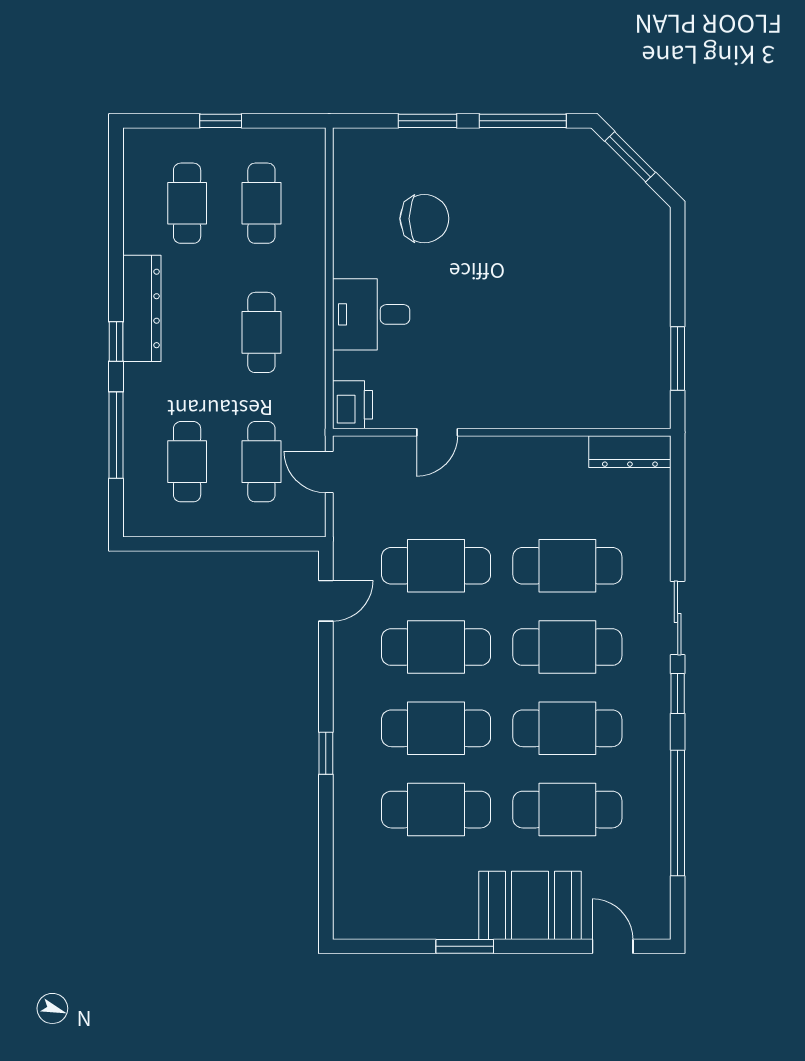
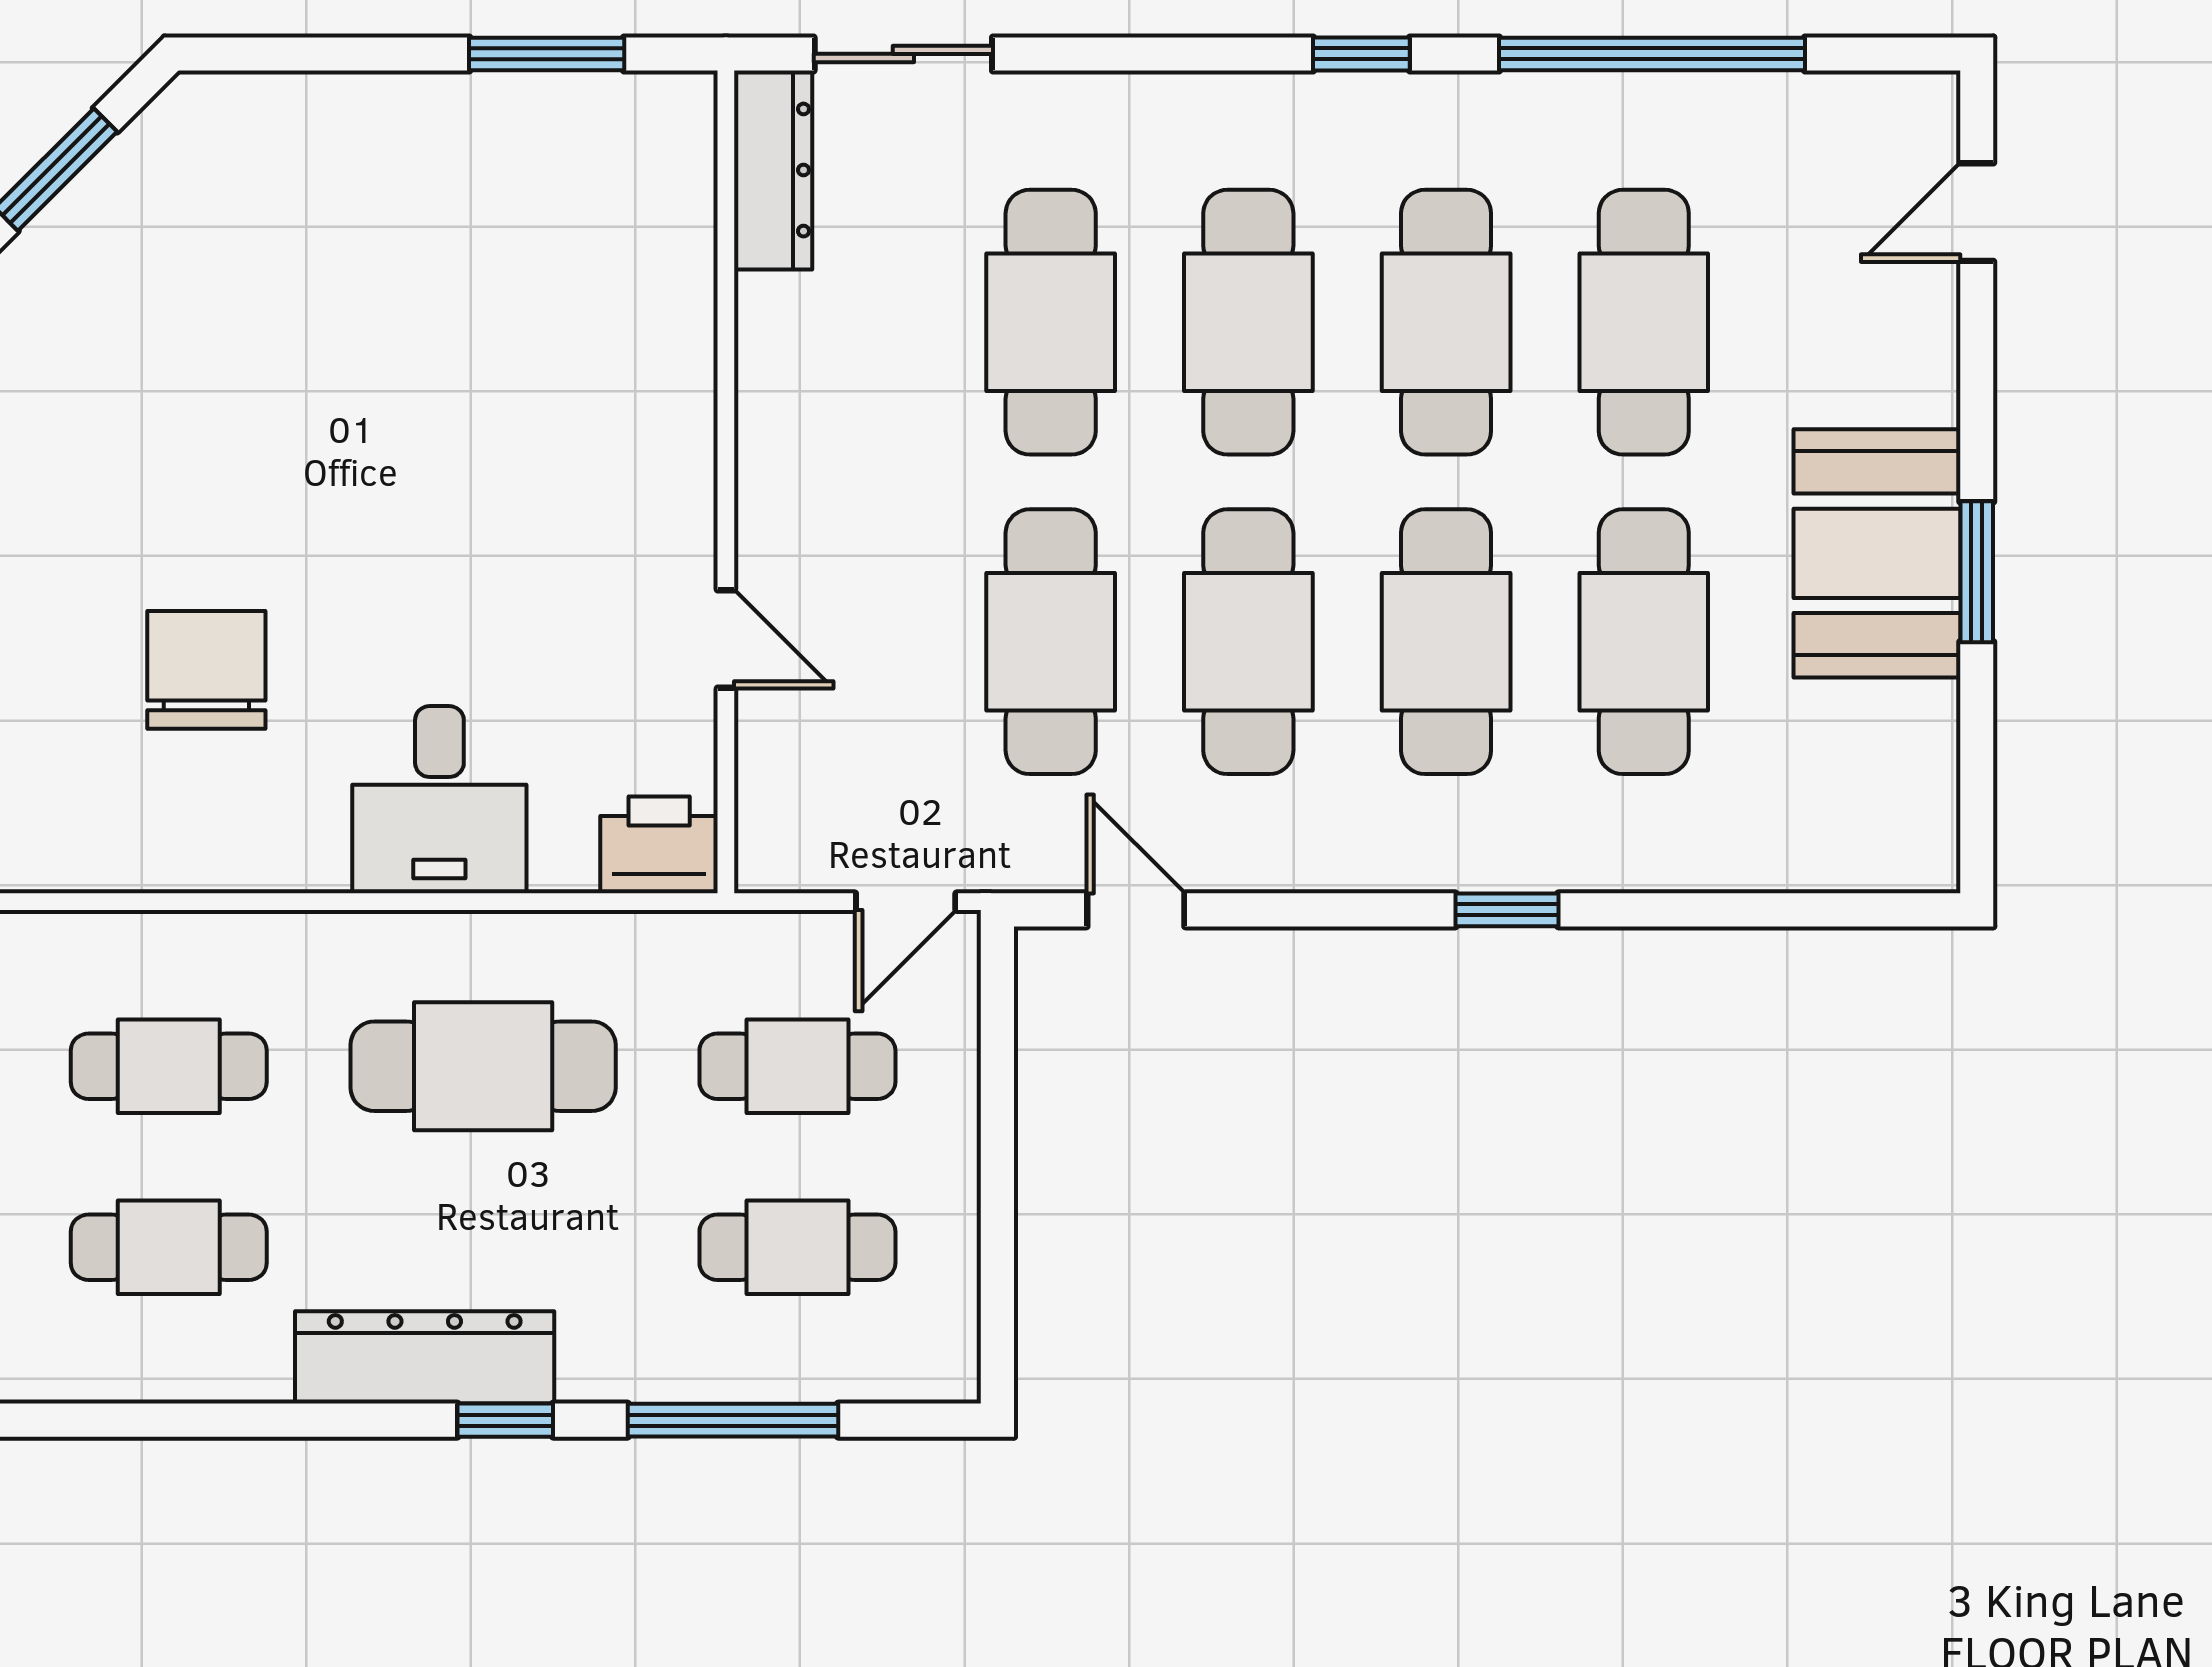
cafe table: (261, 332) -> (483, 1066), width x1.37, depth x1.35
door: (329, 472) -> (906, 902), moved
sliding door: (678, 618) -> (903, 54), moved
booth: (530, 905) -> (1877, 553), moved

